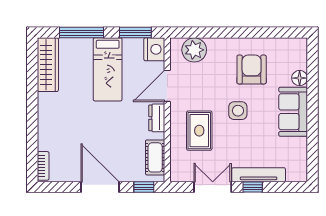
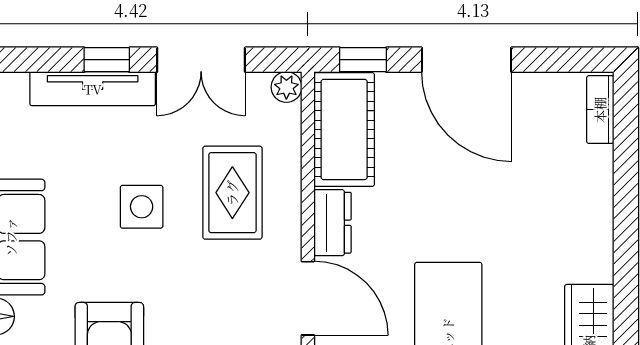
door: (167, 86) -> (308, 298), hinge flipped
side table: (238, 111) -> (142, 207), moved
cot: (155, 157) -> (344, 130), width x1.37, depth x1.34
plant: (176, 175) -> (286, 87), added

